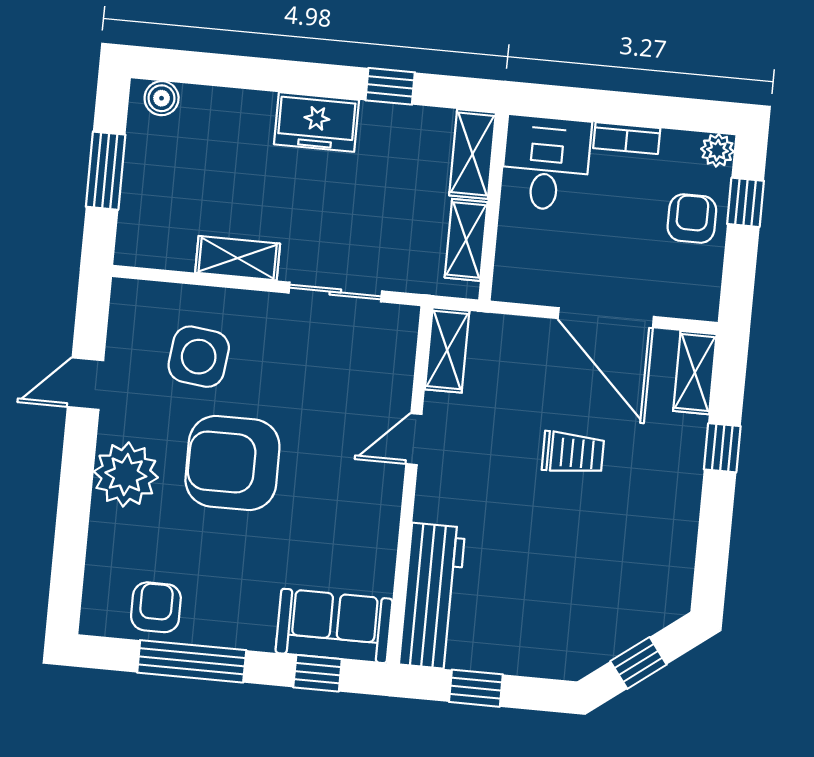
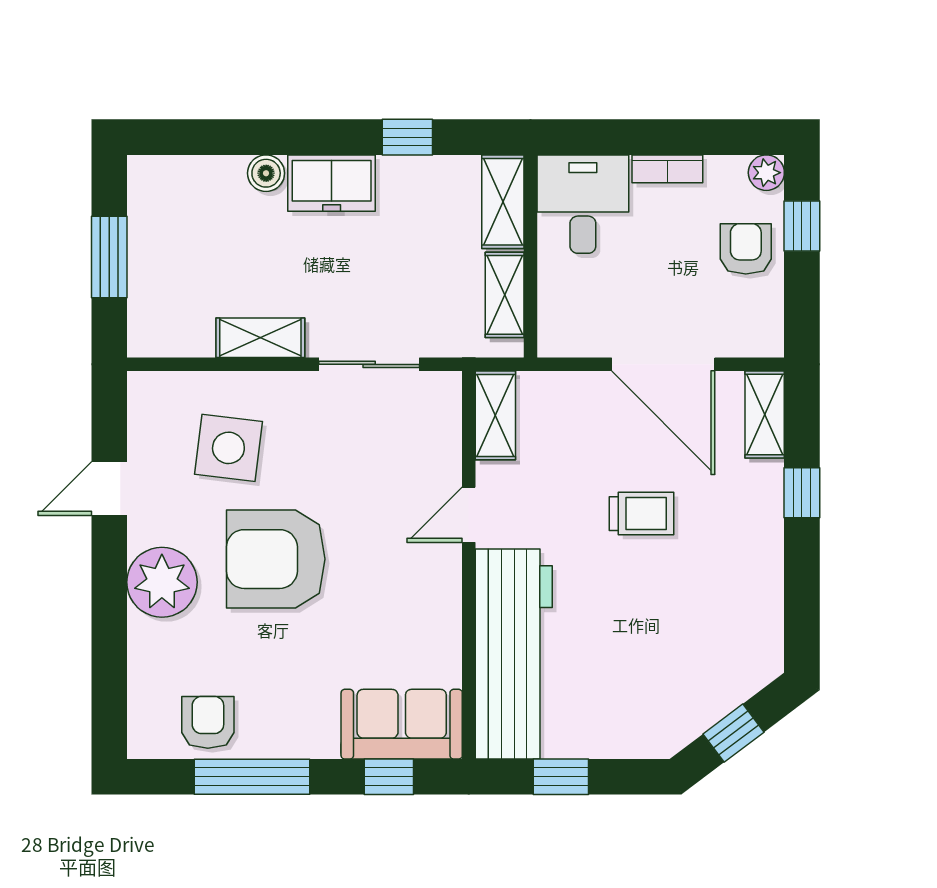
boiler: (162, 98) -> (266, 173), moved
workbench: (432, 596) -> (514, 654), width x1.36, depth x1.32

